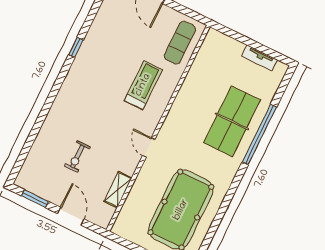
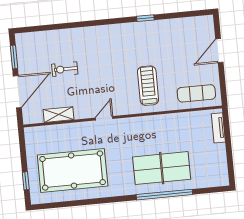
tv unit: (259, 58) -> (218, 128), moved
treadmill: (143, 85) -> (148, 86), turned -90
door: (71, 216) -> (17, 92), width x1.36

